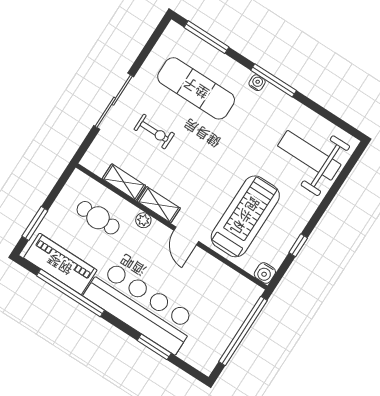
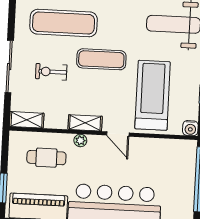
exercise bike: (154, 132) -> (51, 72), turned 180
exercise mat: (214, 149) -> (101, 59), added
shelving: (124, 182) -> (27, 120), moved

